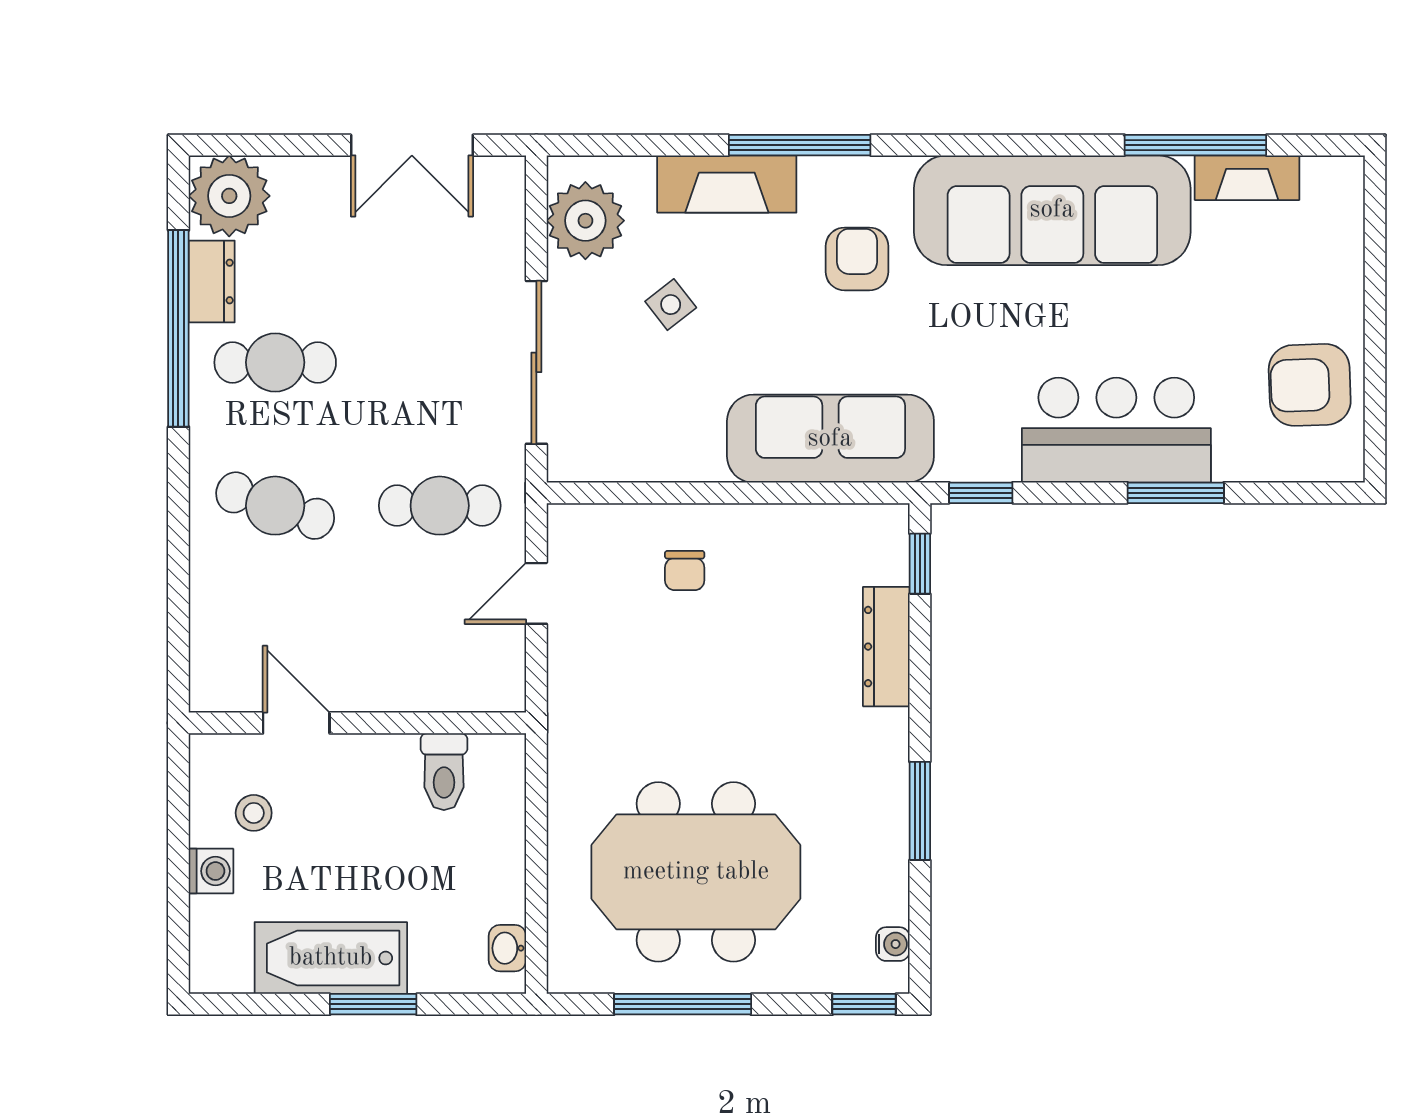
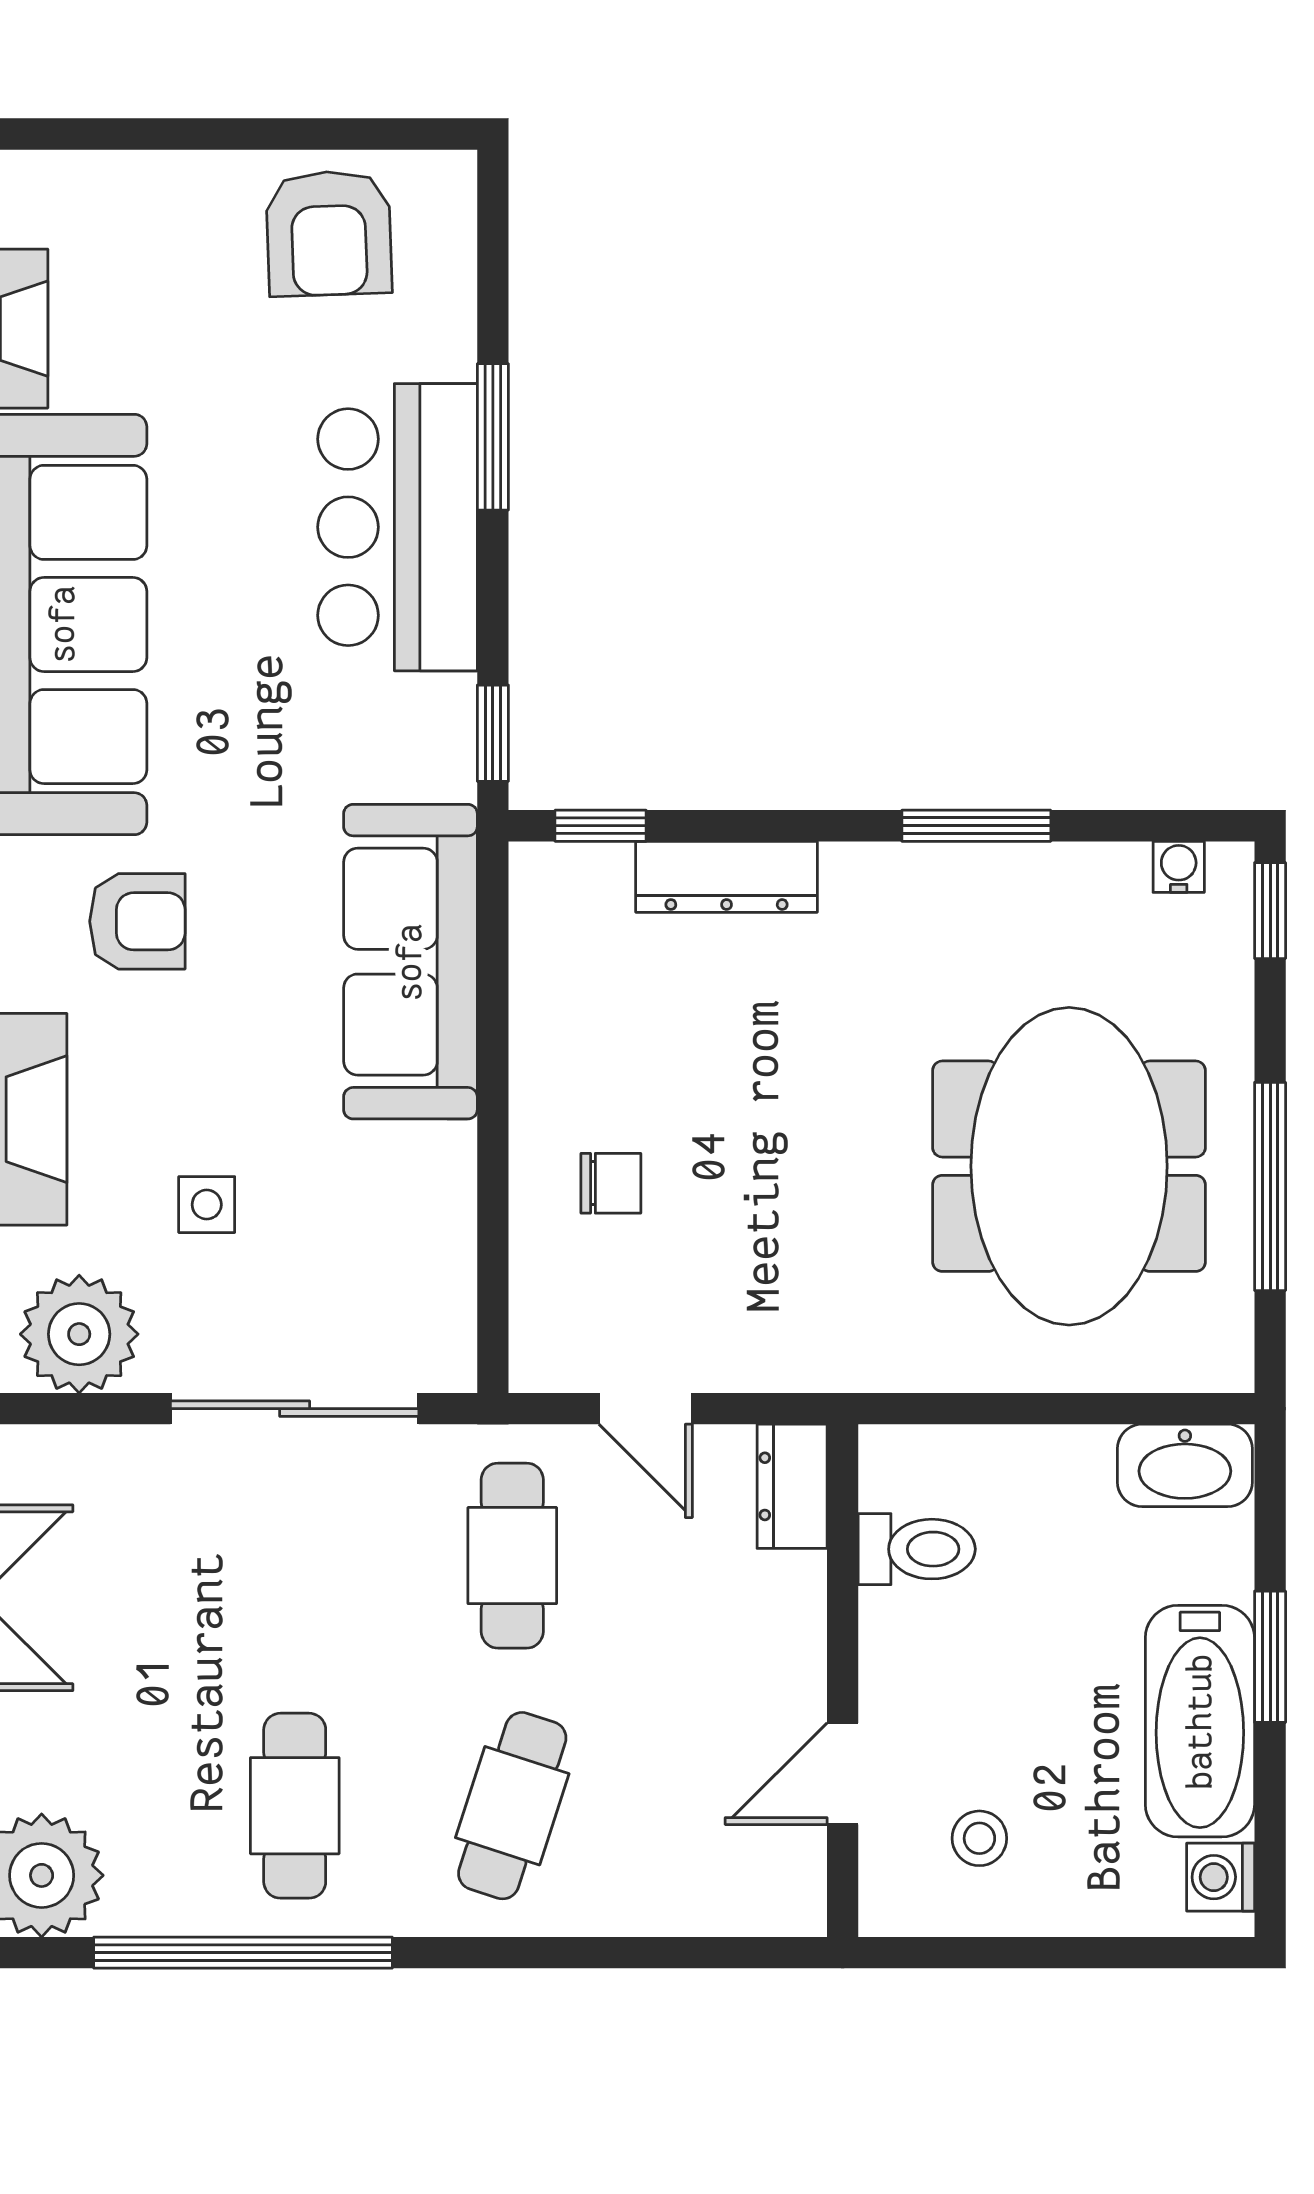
armchair: (857, 259) -> (137, 921), turned 180
dresser: (212, 281) -> (792, 1486), moved, turned -90
side table: (671, 305) -> (207, 1205), turned 38
washing machine: (211, 871) -> (1221, 1877), moved, turned -90
washbasin: (507, 948) -> (1185, 1465), width x1.91, depth x1.45

